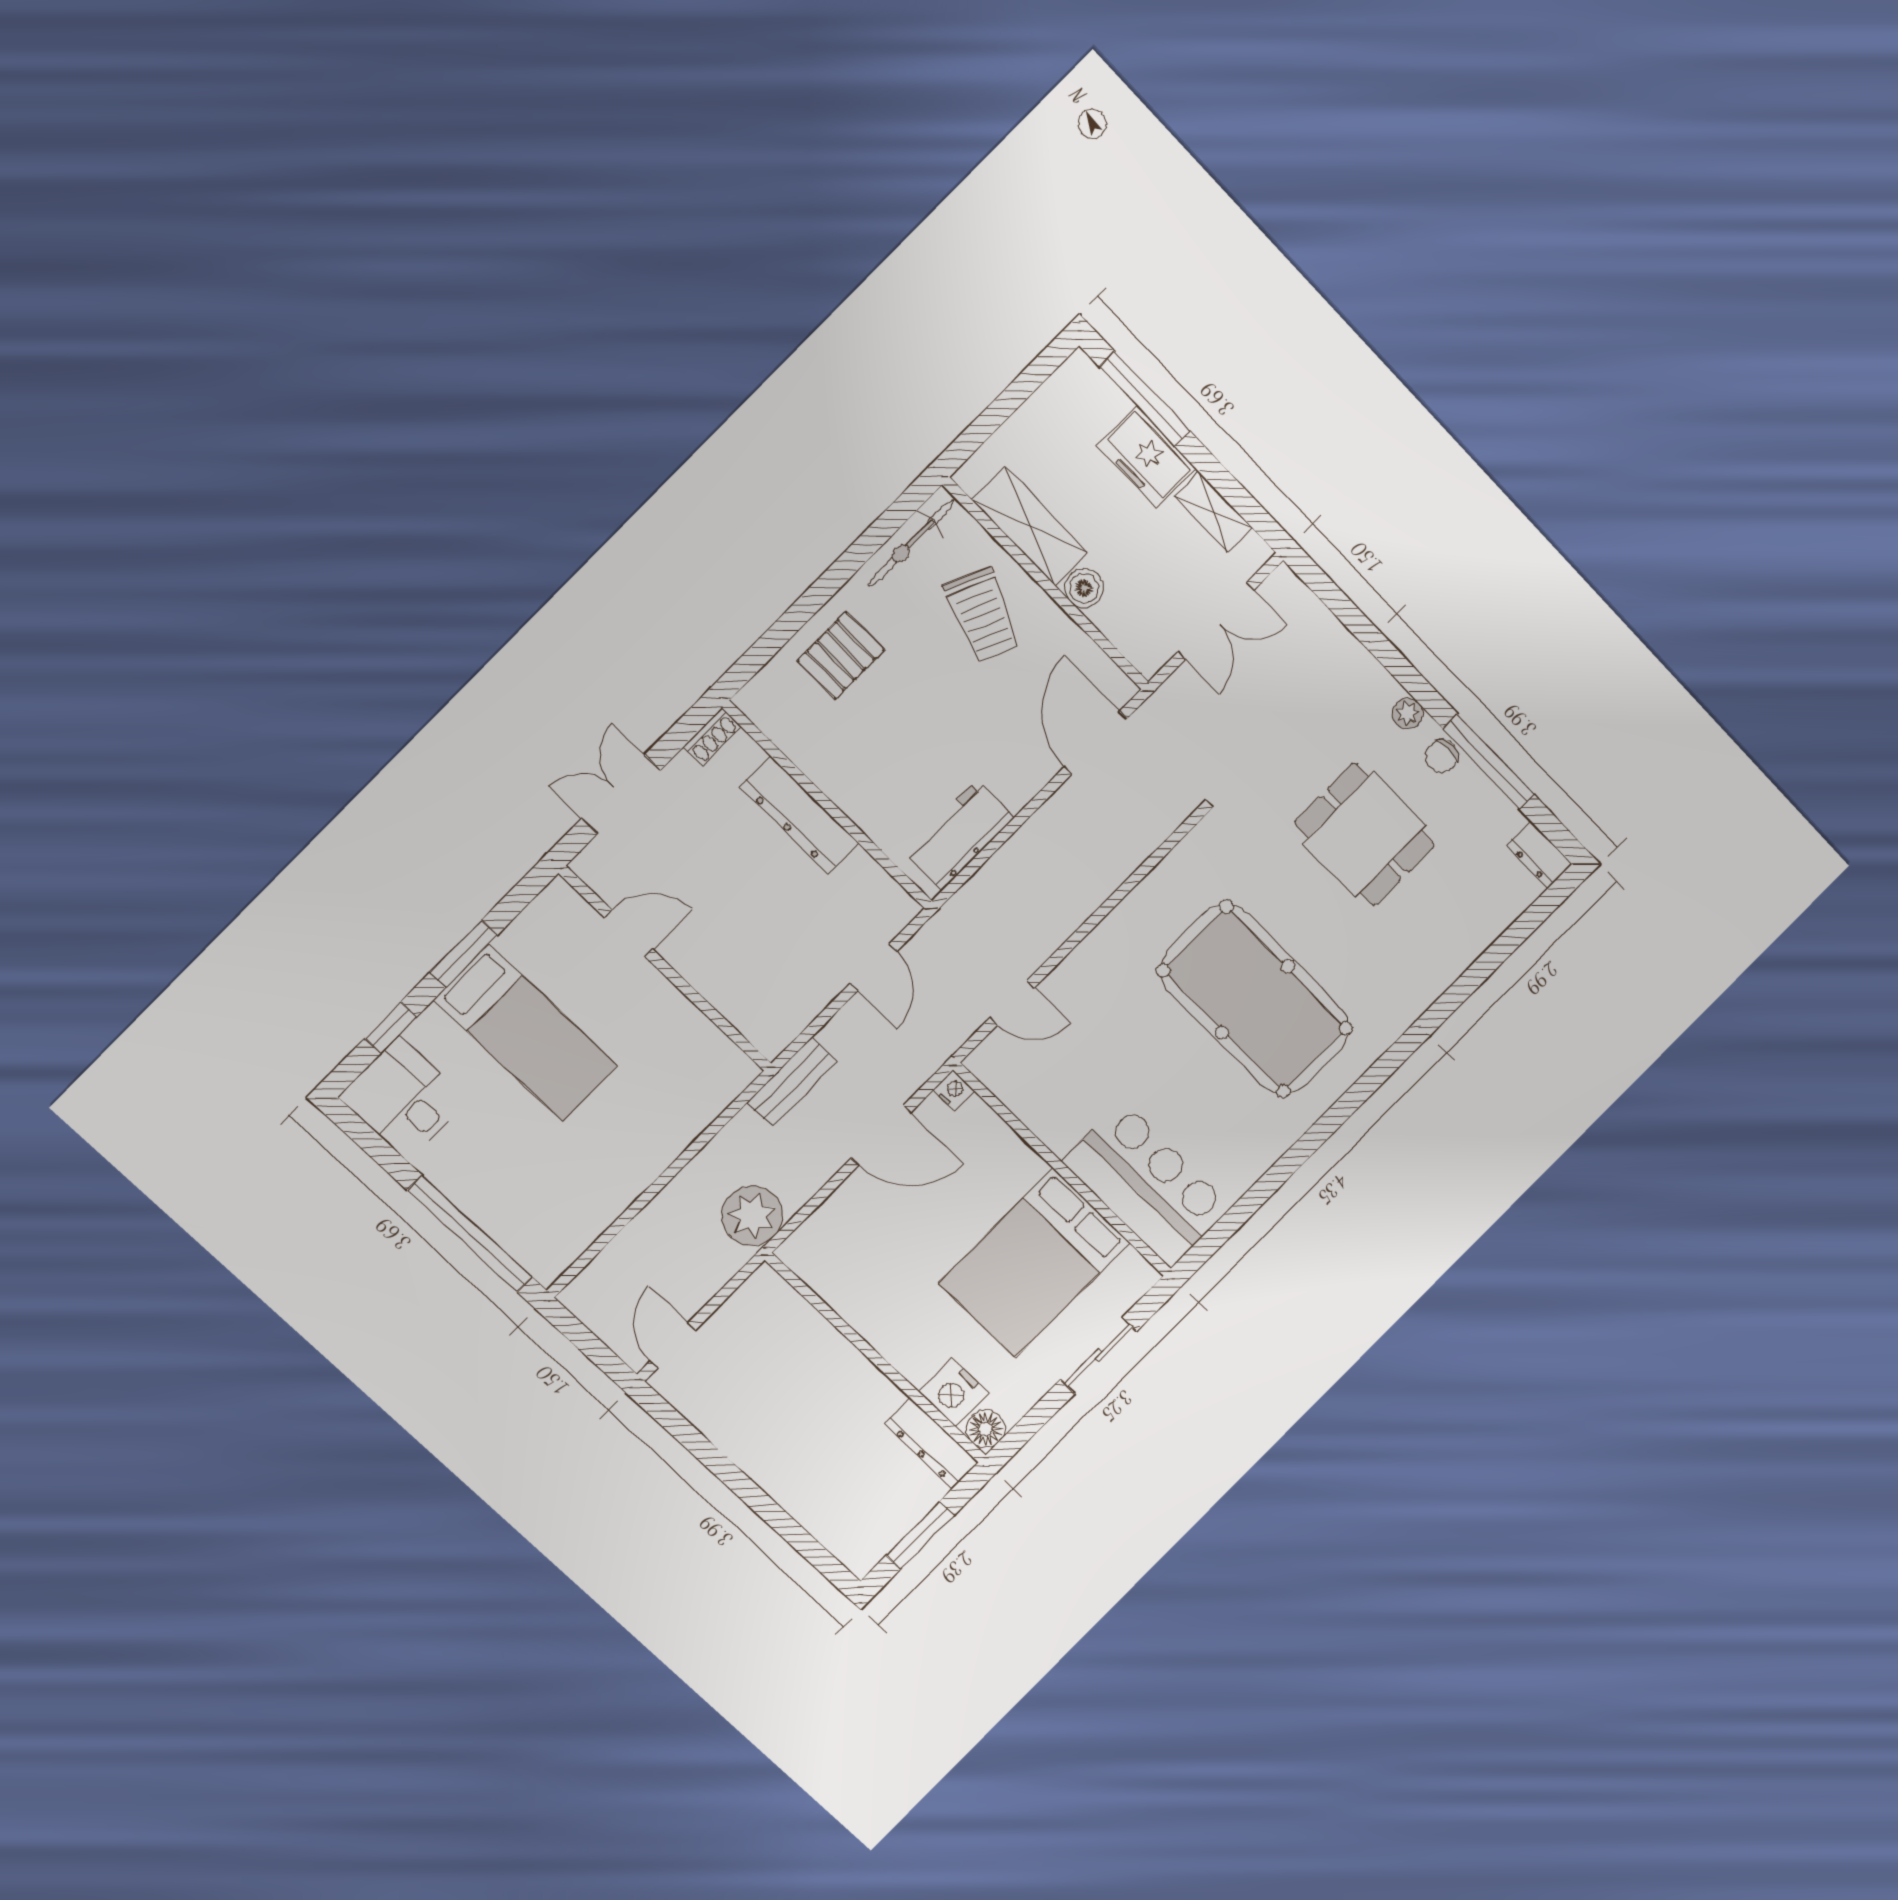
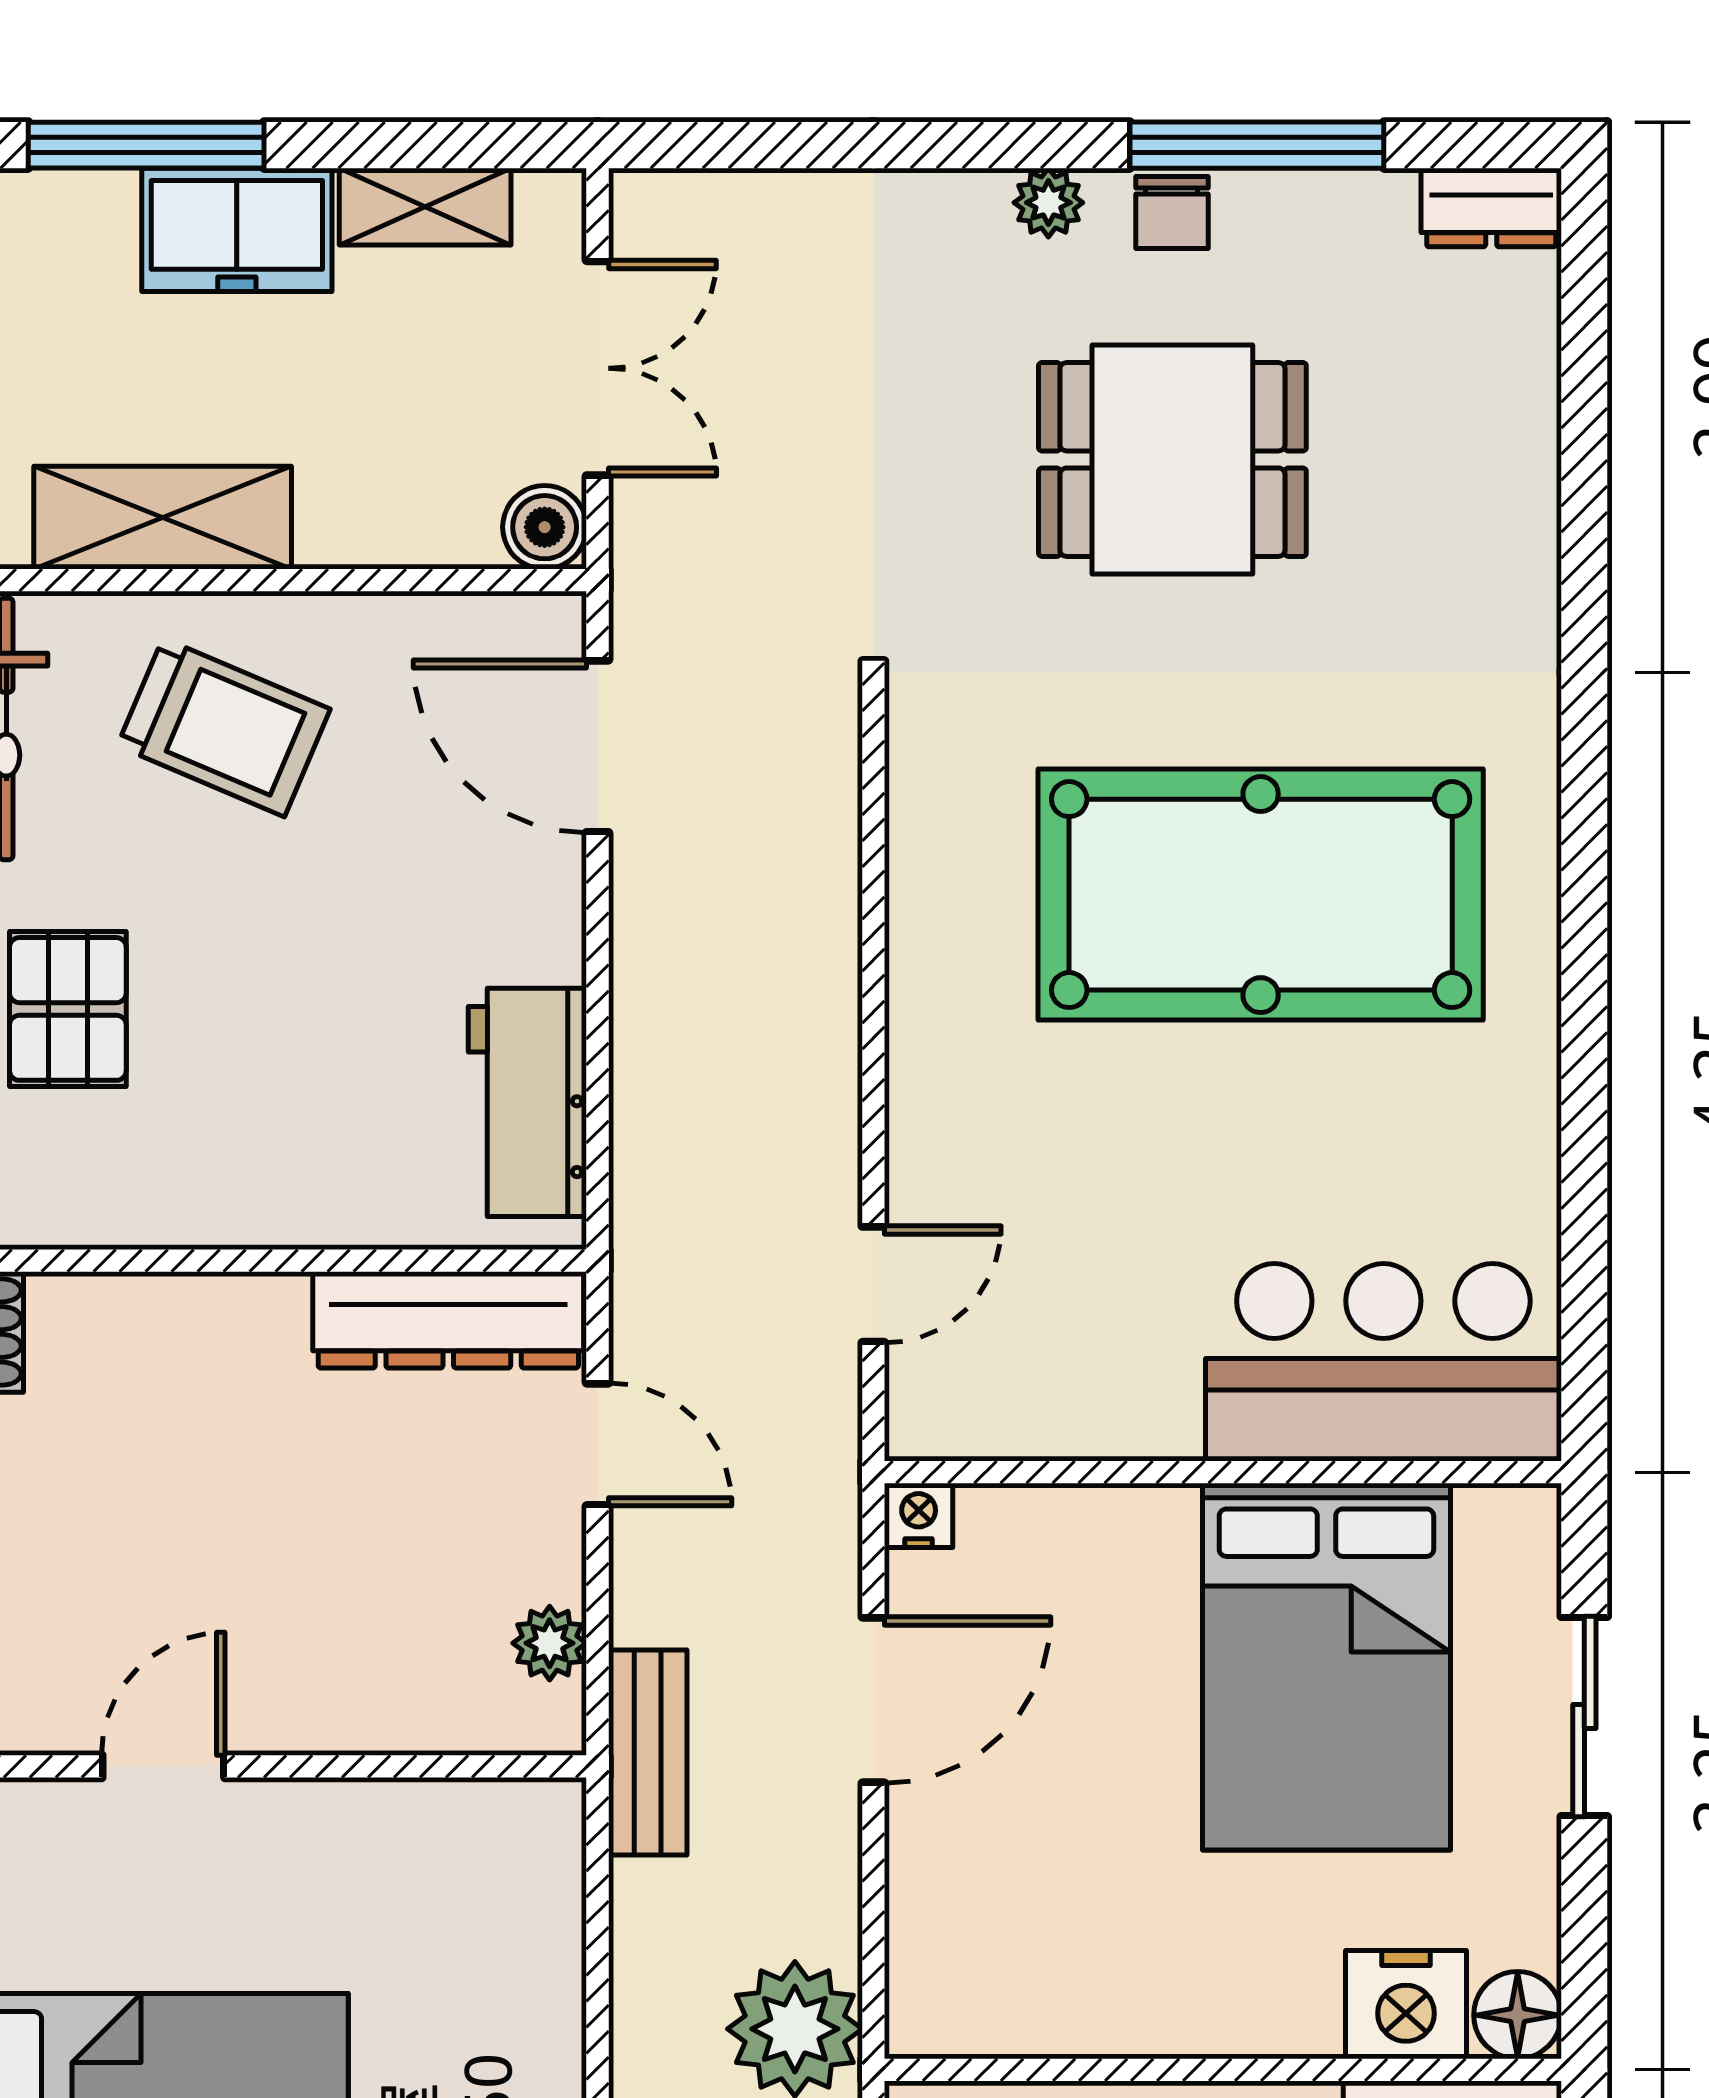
boiler: (1084, 588) -> (545, 527), moved
dresser: (799, 815) -> (448, 1320), moved
plant: (795, 1016) -> (550, 1643), added

